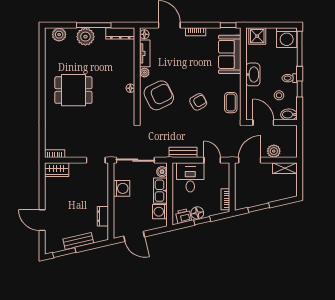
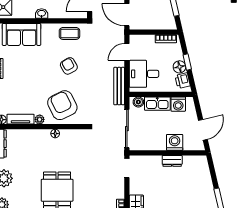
washbasin: (253, 74) -> (42, 14), width x0.52, depth x0.69
bench: (183, 152) -> (119, 86), width x1.36
washing machine: (121, 188) -> (175, 142), moved
dresser: (103, 216) -> (172, 161), moved
bench: (78, 241) -> (208, 185), removed

